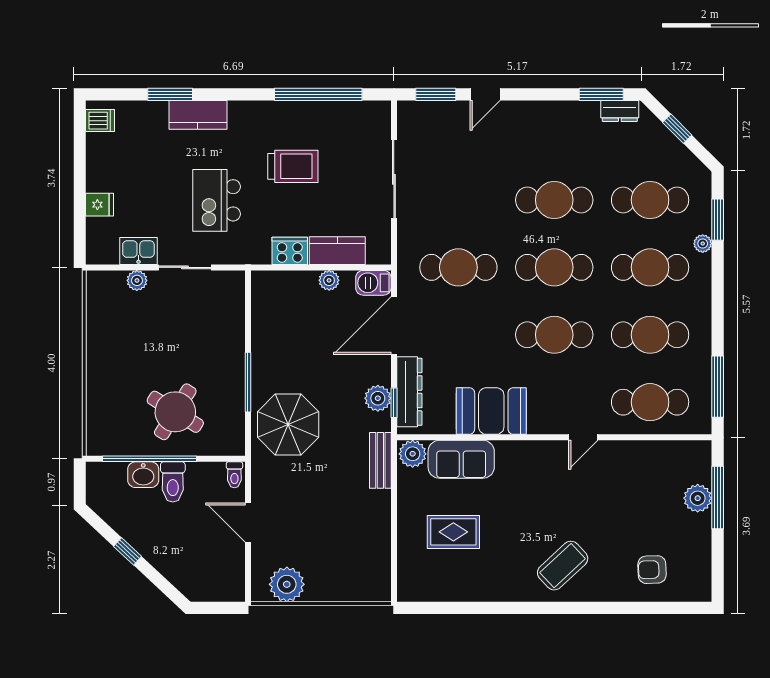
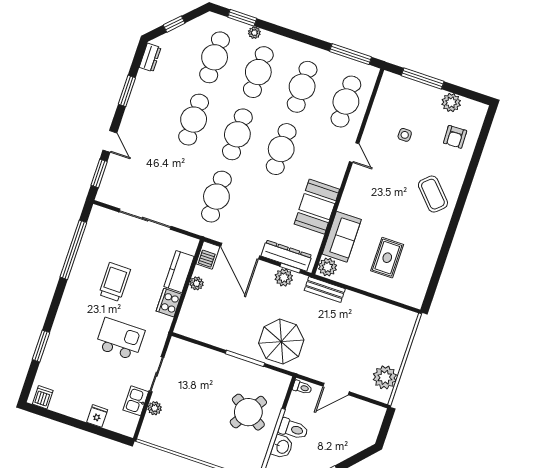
window: (601, 94) -> (127, 91), moved
kitchen counter: (198, 115) -> (60, 332), removed
kitchen island: (217, 200) -> (120, 339), turned 180
plant: (698, 498) -> (451, 102), moved
side table: (631, 499) -> (405, 135), added

